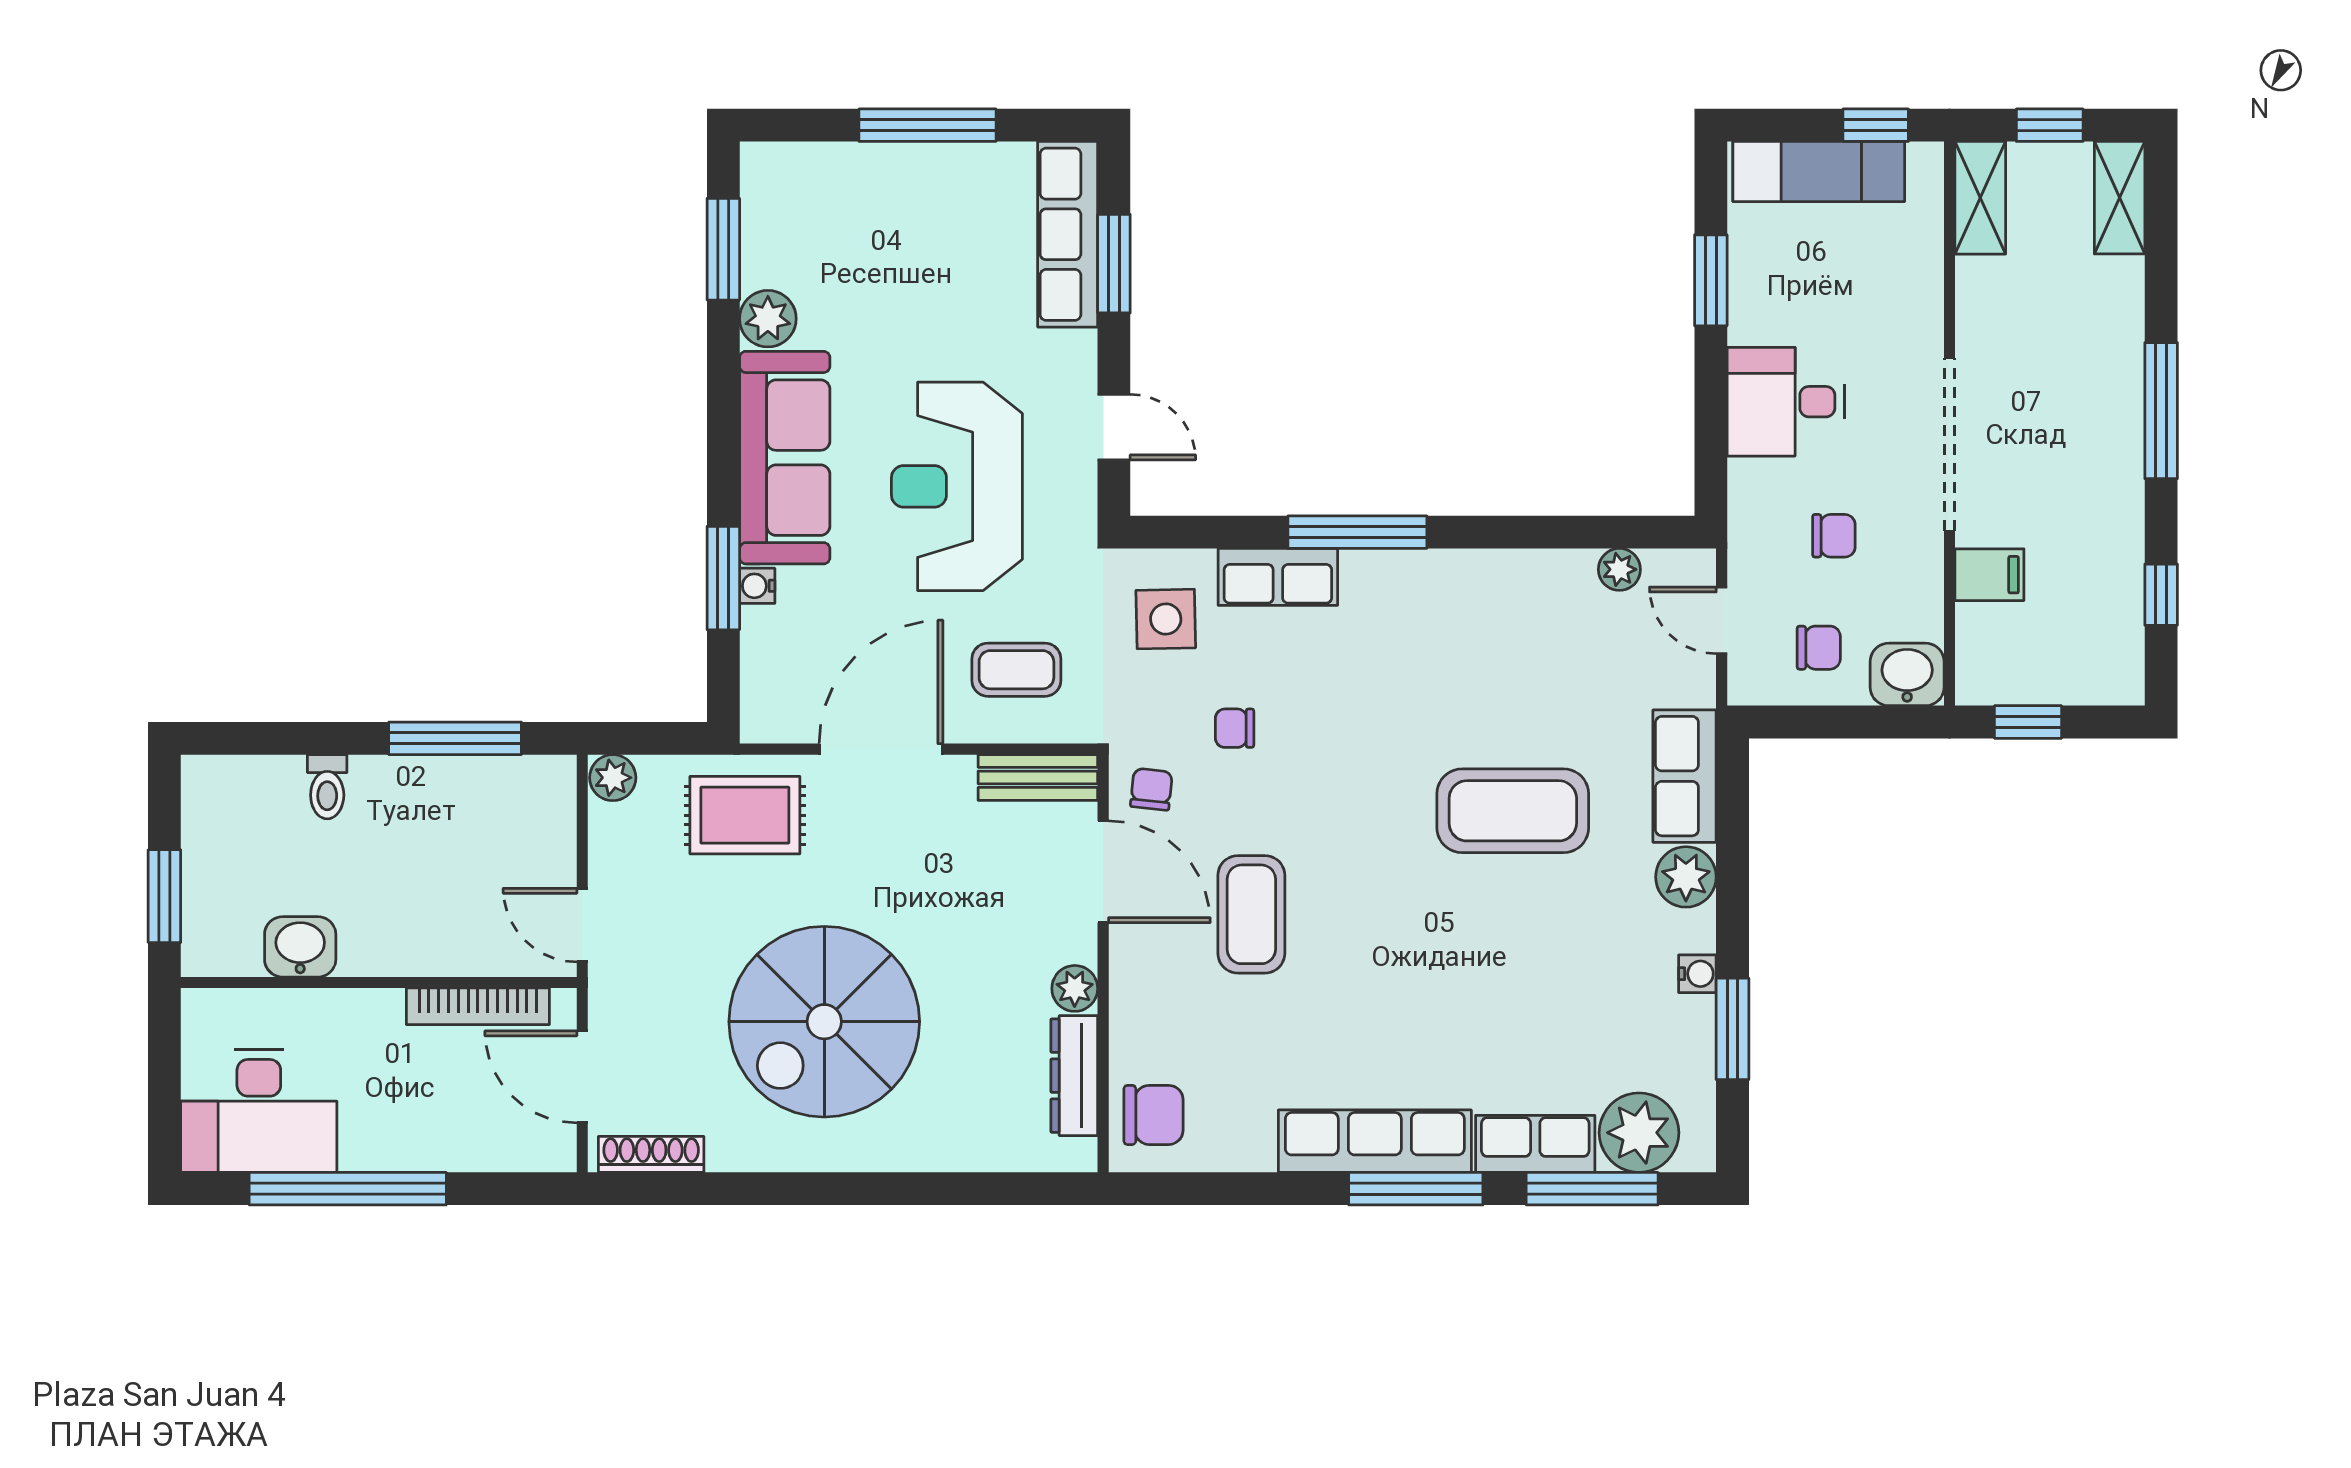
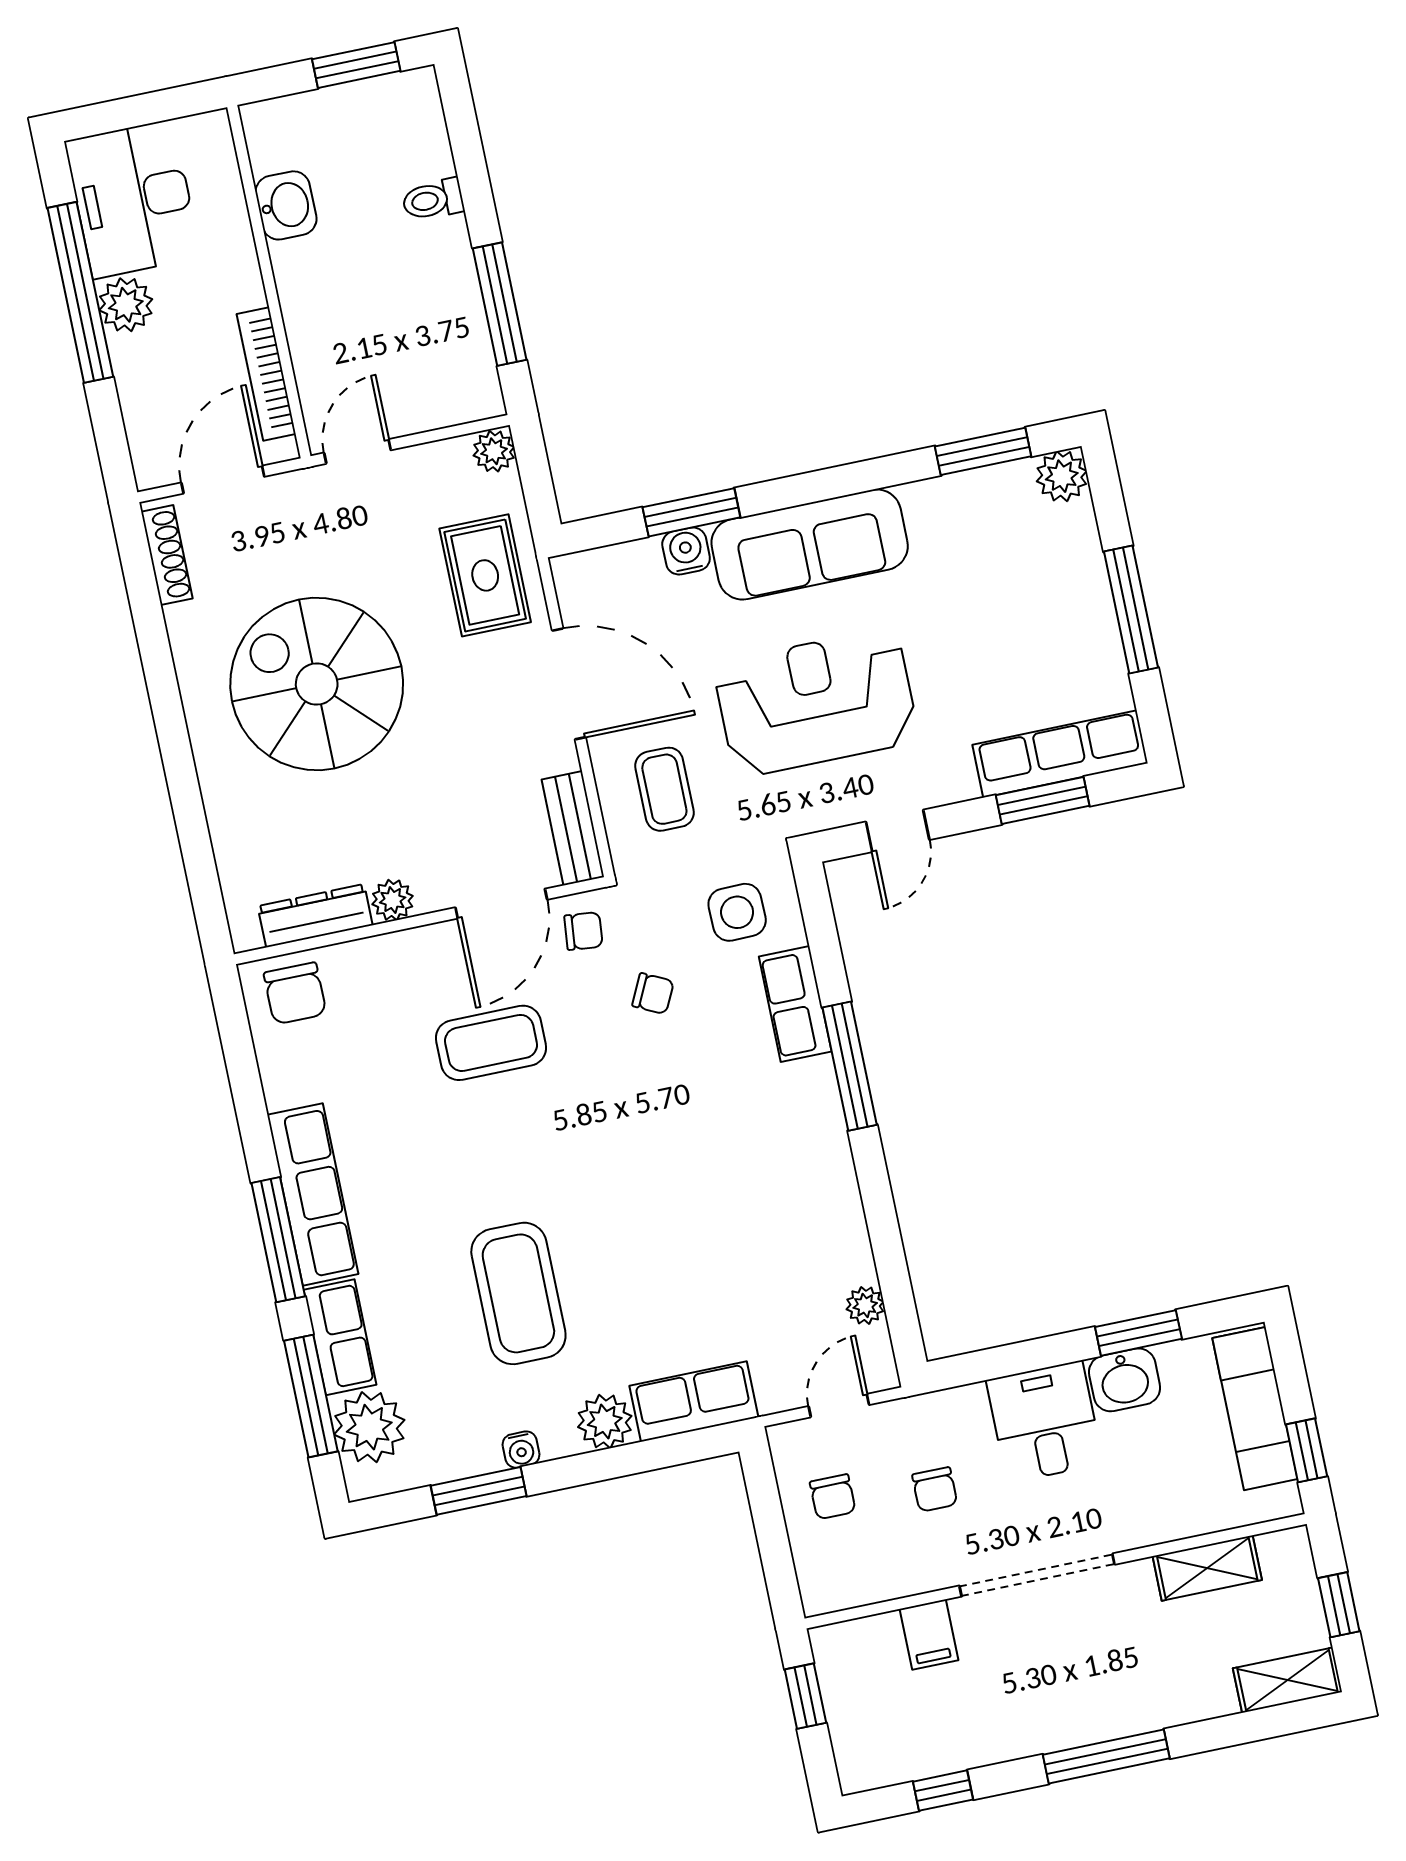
shelving: (1980, 198) -> (1207, 1568), moved
plant: (768, 319) -> (1062, 476), moved
water cooler: (757, 586) -> (686, 551), width x1.38, depth x1.38
washbasin: (1907, 674) -> (1125, 1380), moved, turned 90
chair: (1235, 728) -> (653, 994), turned 116
coffee table: (1513, 811) -> (518, 1293), moved
window: (164, 896) -> (356, 65), moved
plant: (371, 1142) -> (126, 305), added

